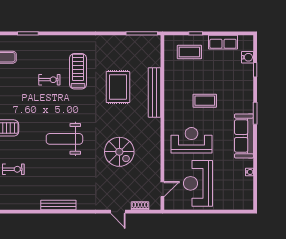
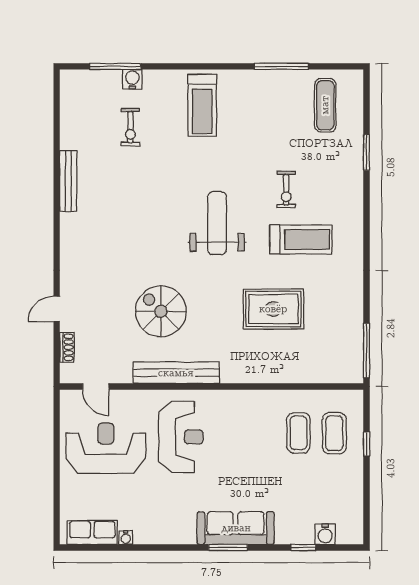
row of seats: (223, 42) -> (92, 532), moved, turned 90
bench: (155, 92) -> (176, 373), moved
coffee table: (205, 101) -> (298, 433), moved
sofa: (244, 136) -> (236, 528), moved
weight bench: (64, 139) -> (217, 223), moved
spiral stairs: (119, 152) -> (161, 311), turned 90
bench: (58, 205) -> (68, 181), moved

